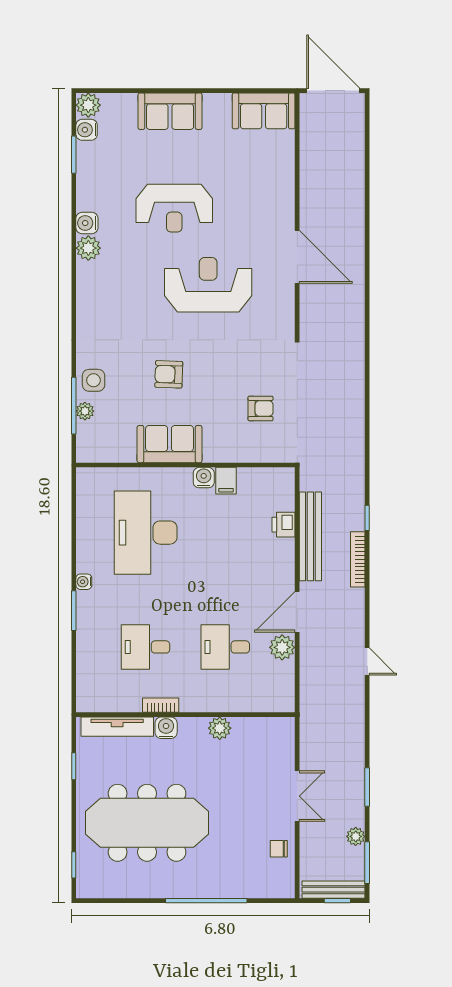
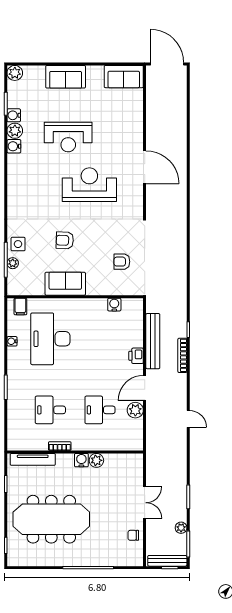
water cooler: (87, 130) -> (14, 115), moved
plant: (88, 248) -> (15, 131), moved
armchair: (261, 408) -> (122, 262), turned 180
water cooler: (204, 478) -> (114, 305), moved
filing cabinet: (226, 481) -> (20, 307), moved
printer: (283, 525) -> (136, 356), moved
water cooler: (84, 582) -> (12, 341), moved
water cooler: (166, 728) -> (81, 460), moved

